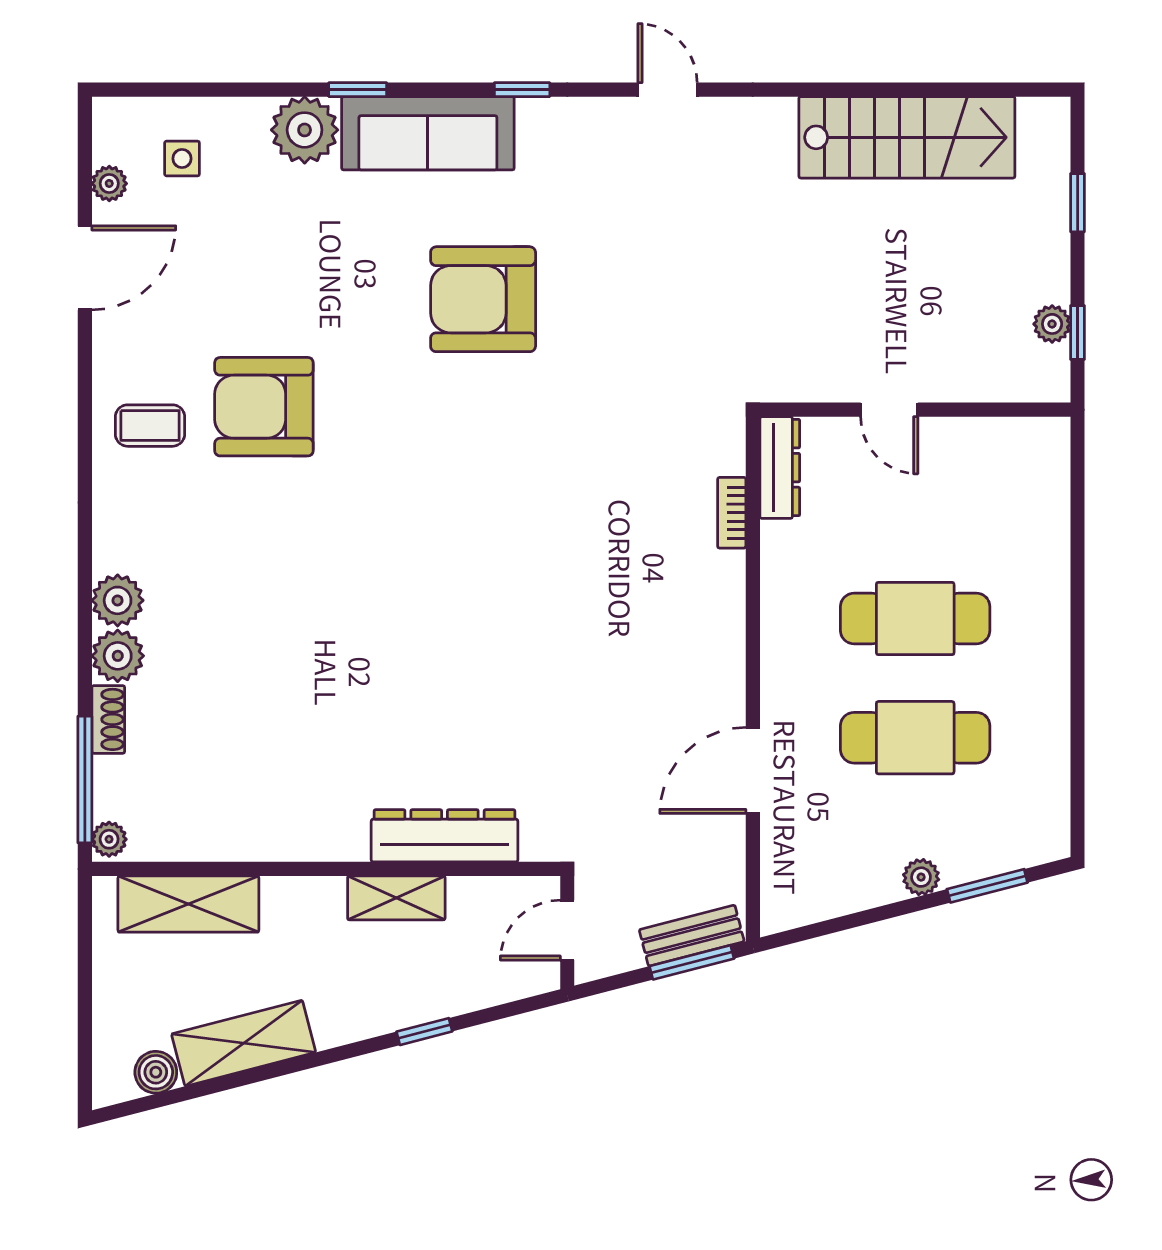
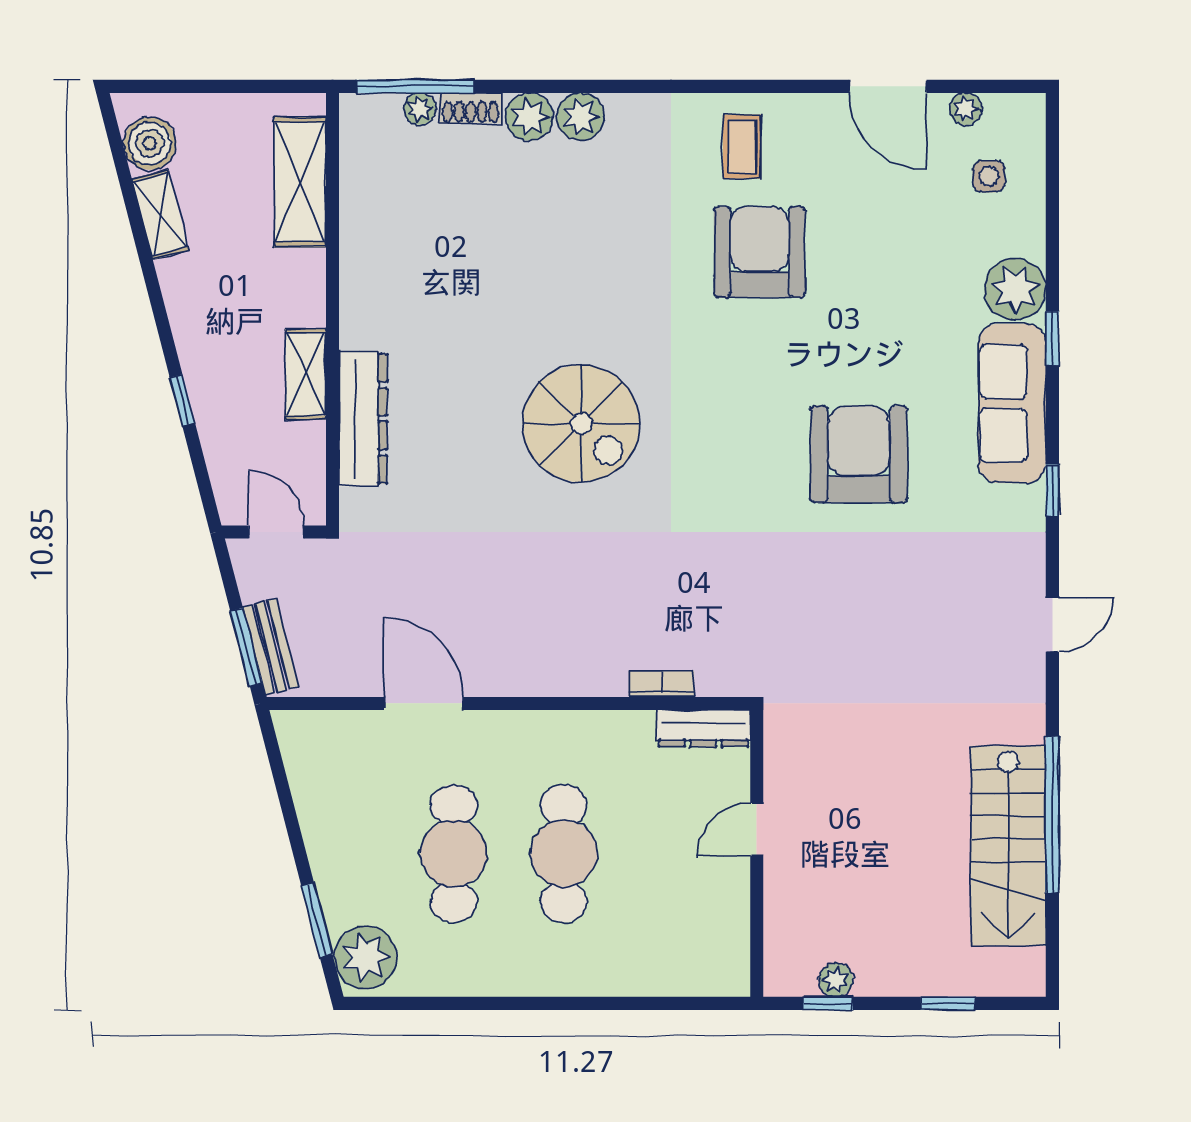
window: (873, 90) -> (1052, 815), added
spiral stairs: (450, 600) -> (581, 423), added
plant: (109, 839) -> (420, 109), moved
plant: (921, 877) -> (366, 957), moved, width x1.87, depth x1.87
shelving: (244, 1043) -> (160, 215), width x0.67, depth x0.75
boiler: (156, 1072) -> (150, 143), width x1.36, depth x1.36

